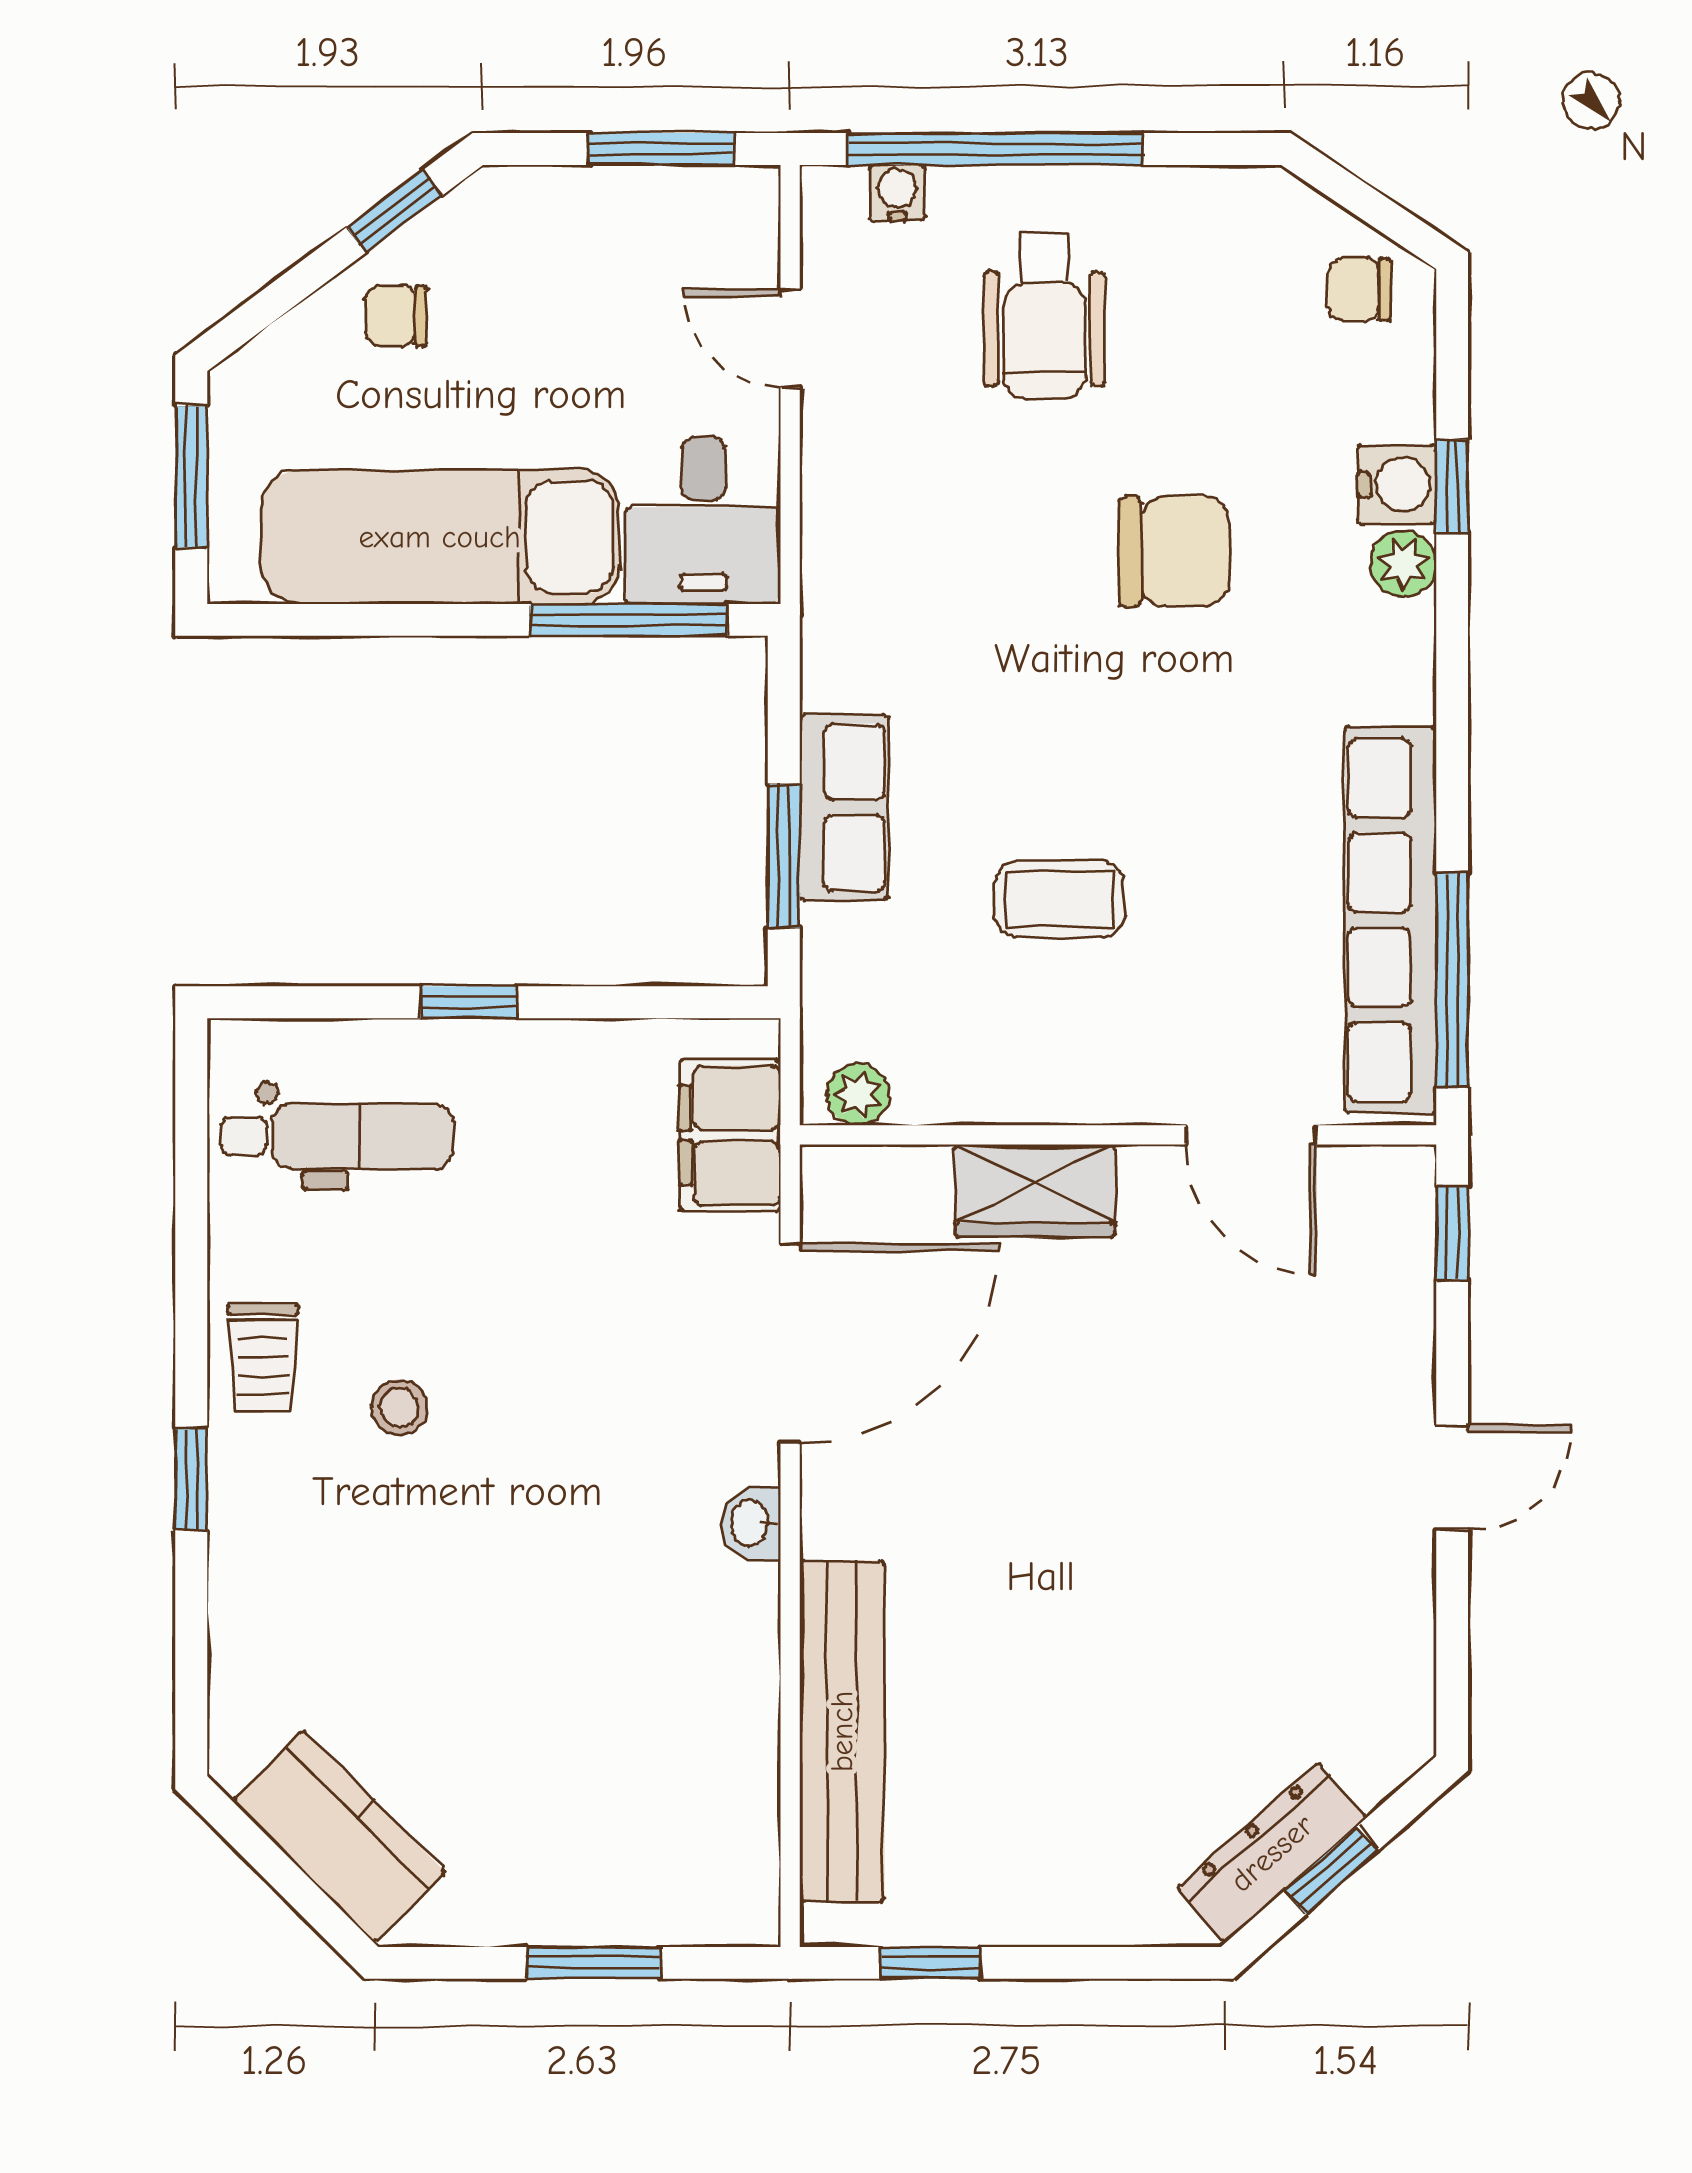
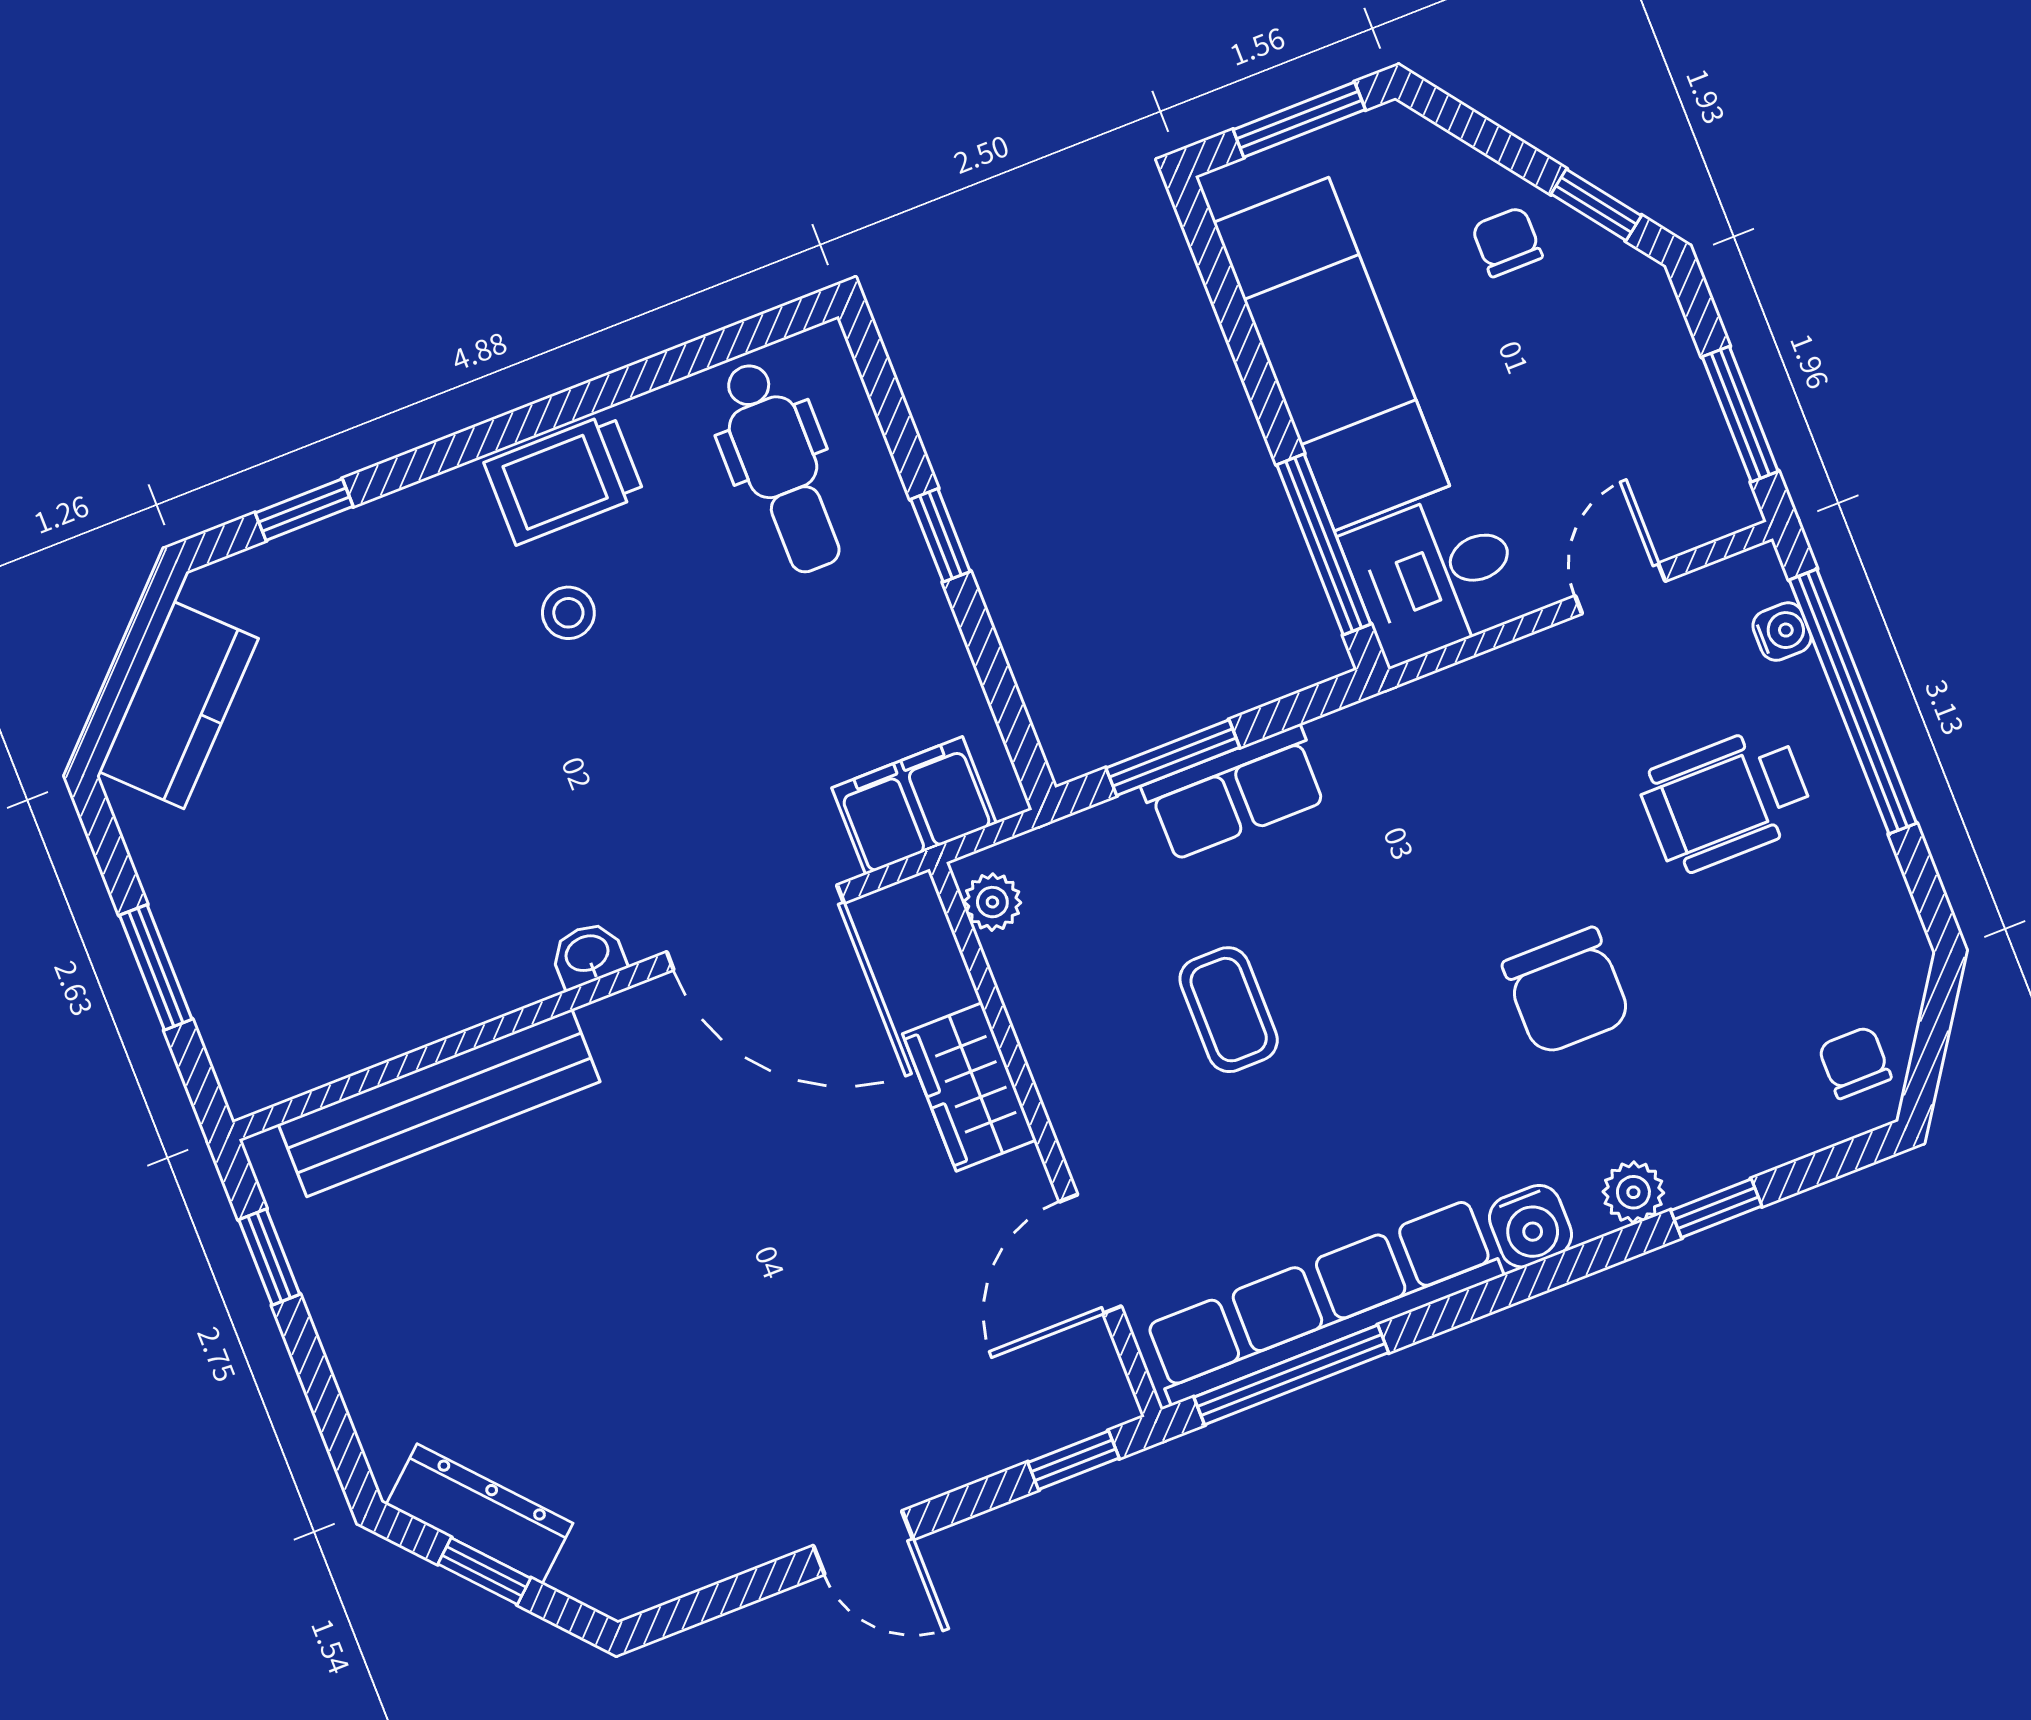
water cooler: (1397, 485) -> (1530, 1226), moved
trolley: (263, 1359) -> (564, 479), width x1.36, depth x1.39
window: (191, 1479) -> (304, 510), moved

